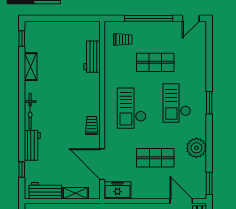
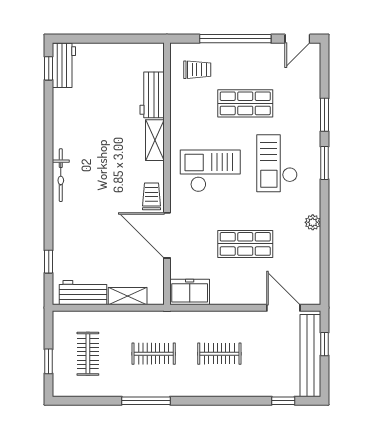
shelving: (31, 67) -> (155, 140), moved
checkout: (132, 108) -> (210, 171), turned 90
workbench: (32, 145) -> (64, 65), moved
plant: (196, 148) -> (313, 222), width x0.53, depth x0.53
door: (102, 164) -> (167, 235), moved
window: (209, 183) -> (325, 115), moved

